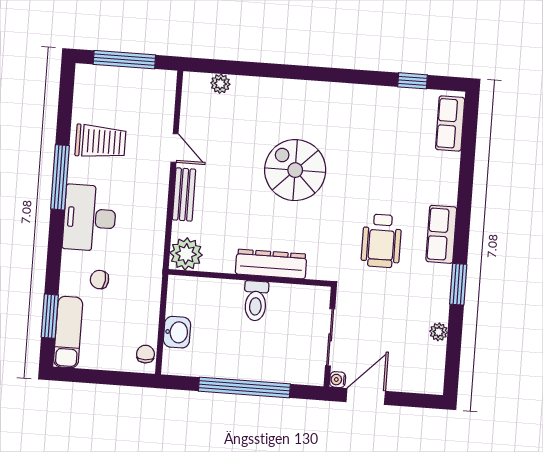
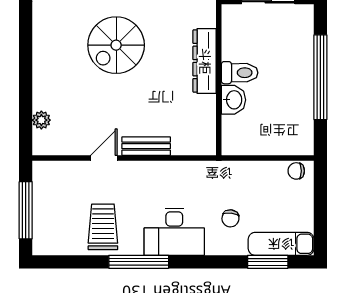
plant: (186, 254) -> (201, 140), removed
washbasin: (177, 332) -> (233, 100), moved, turned 90

